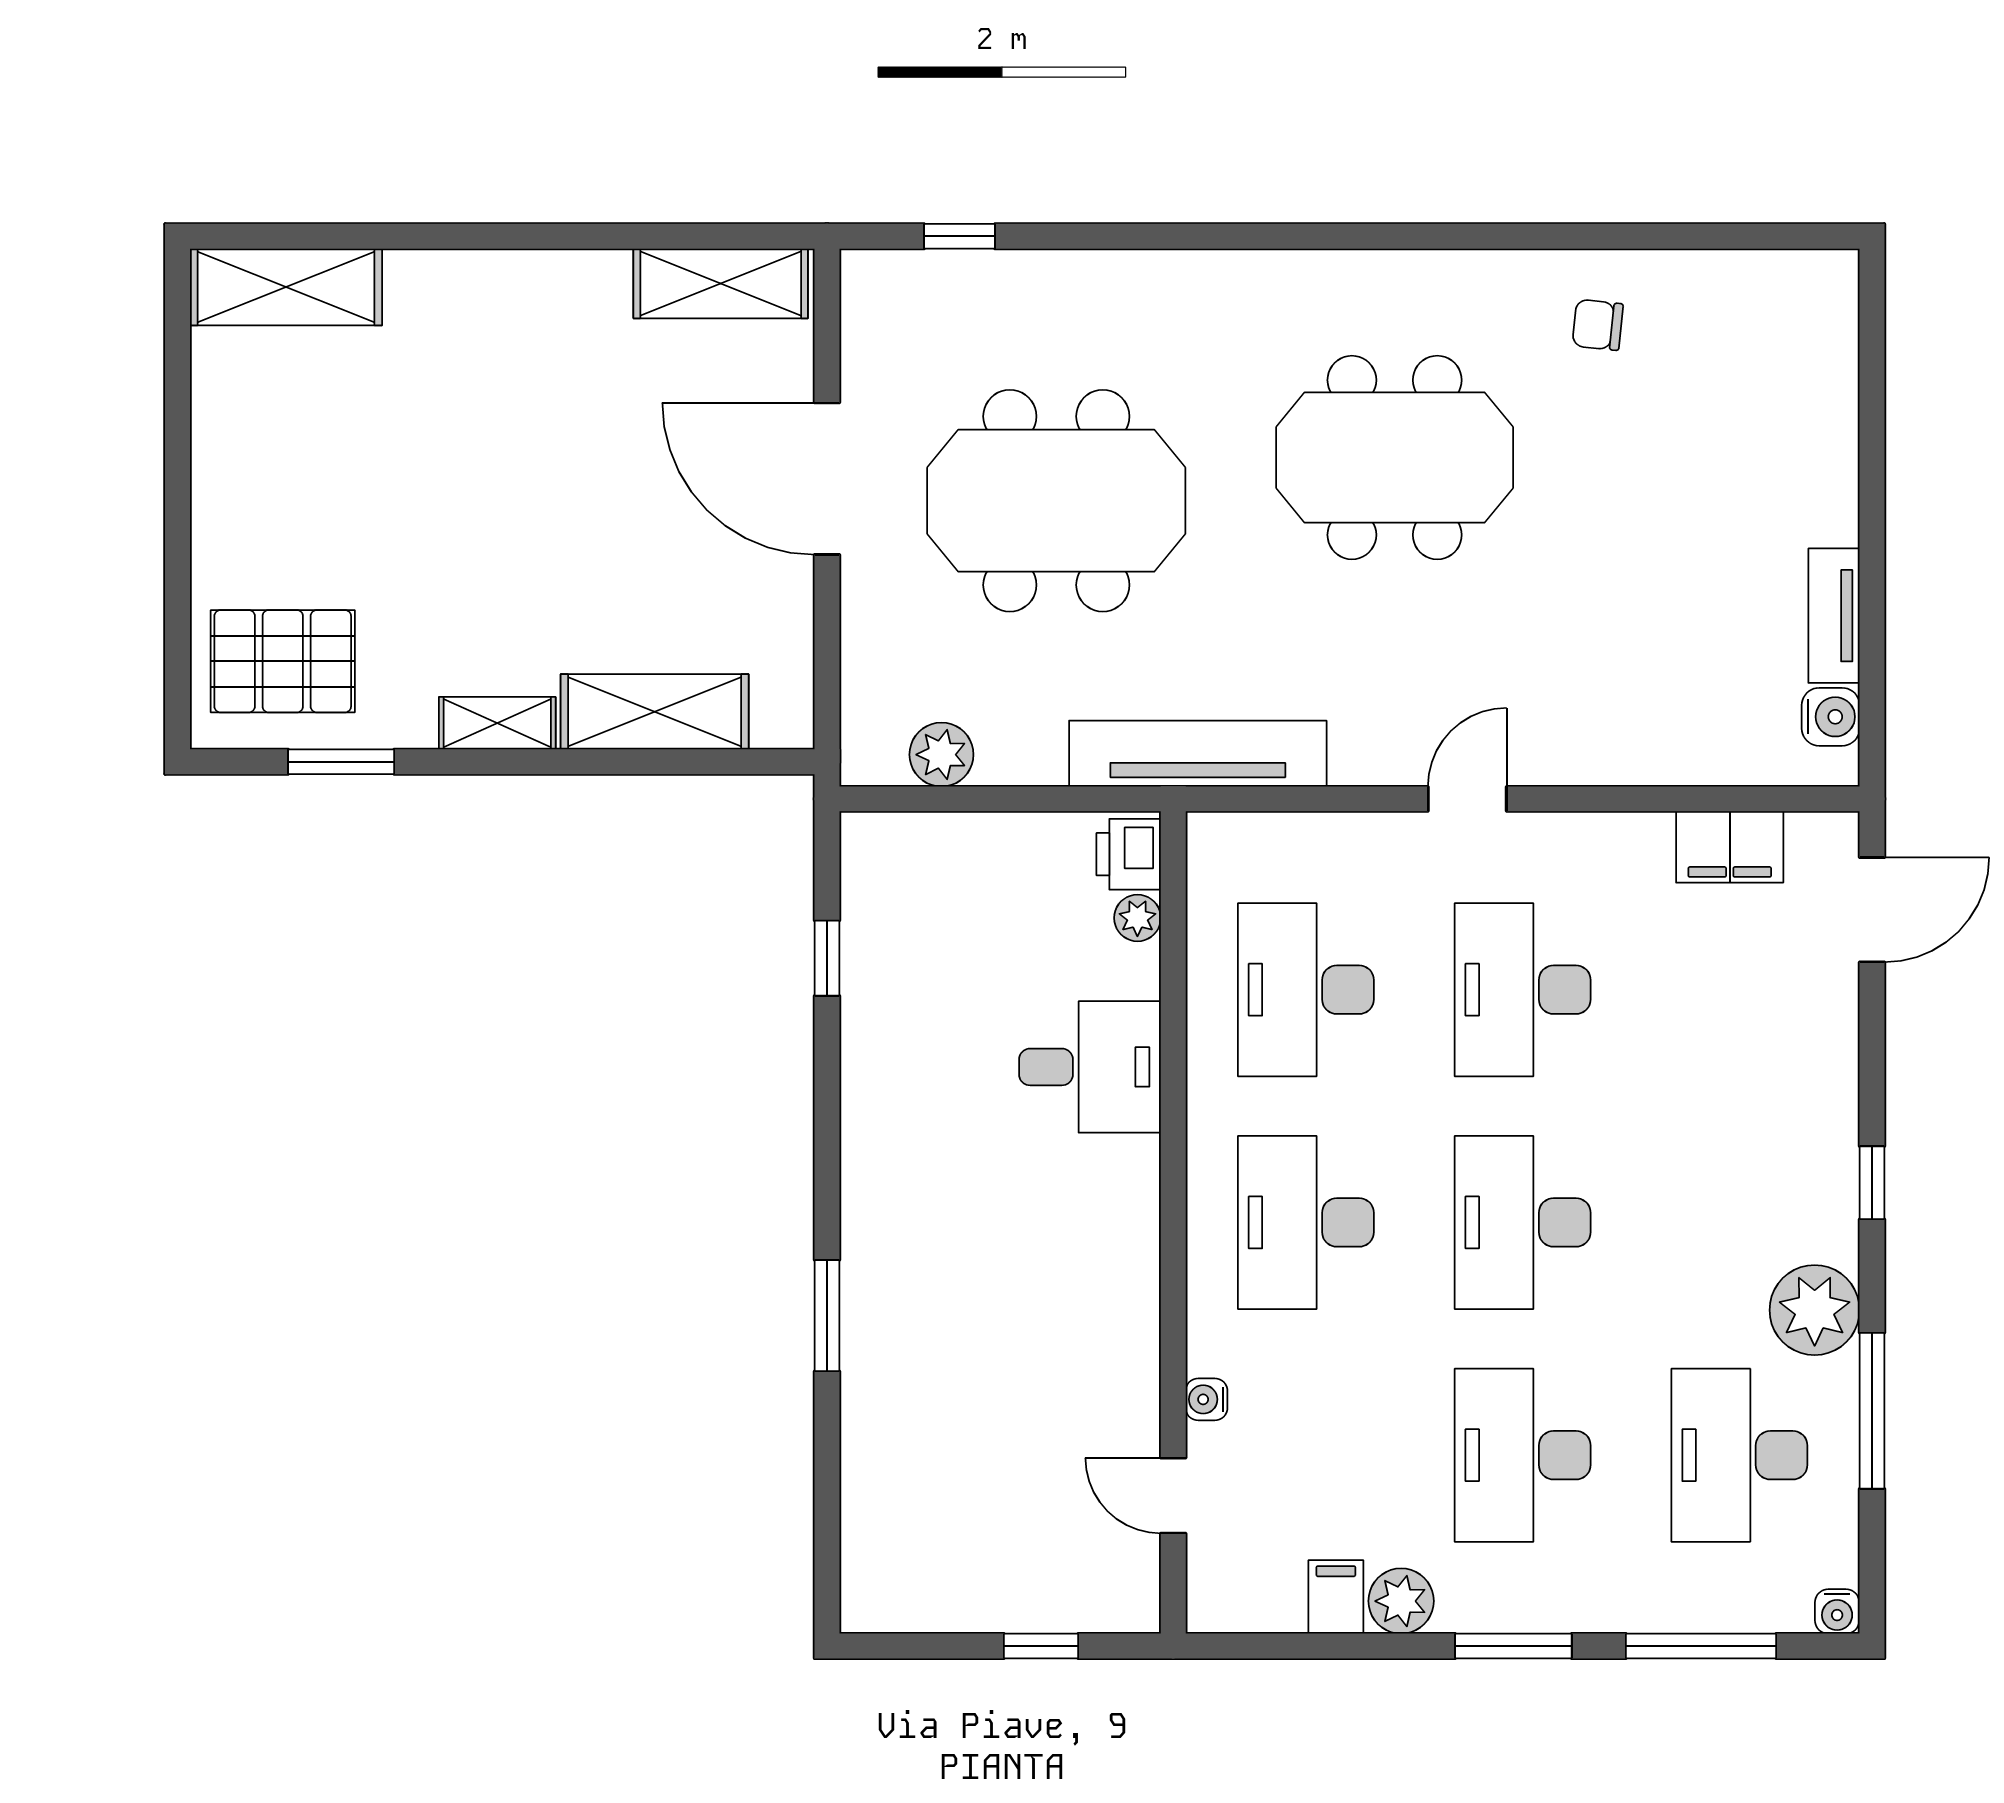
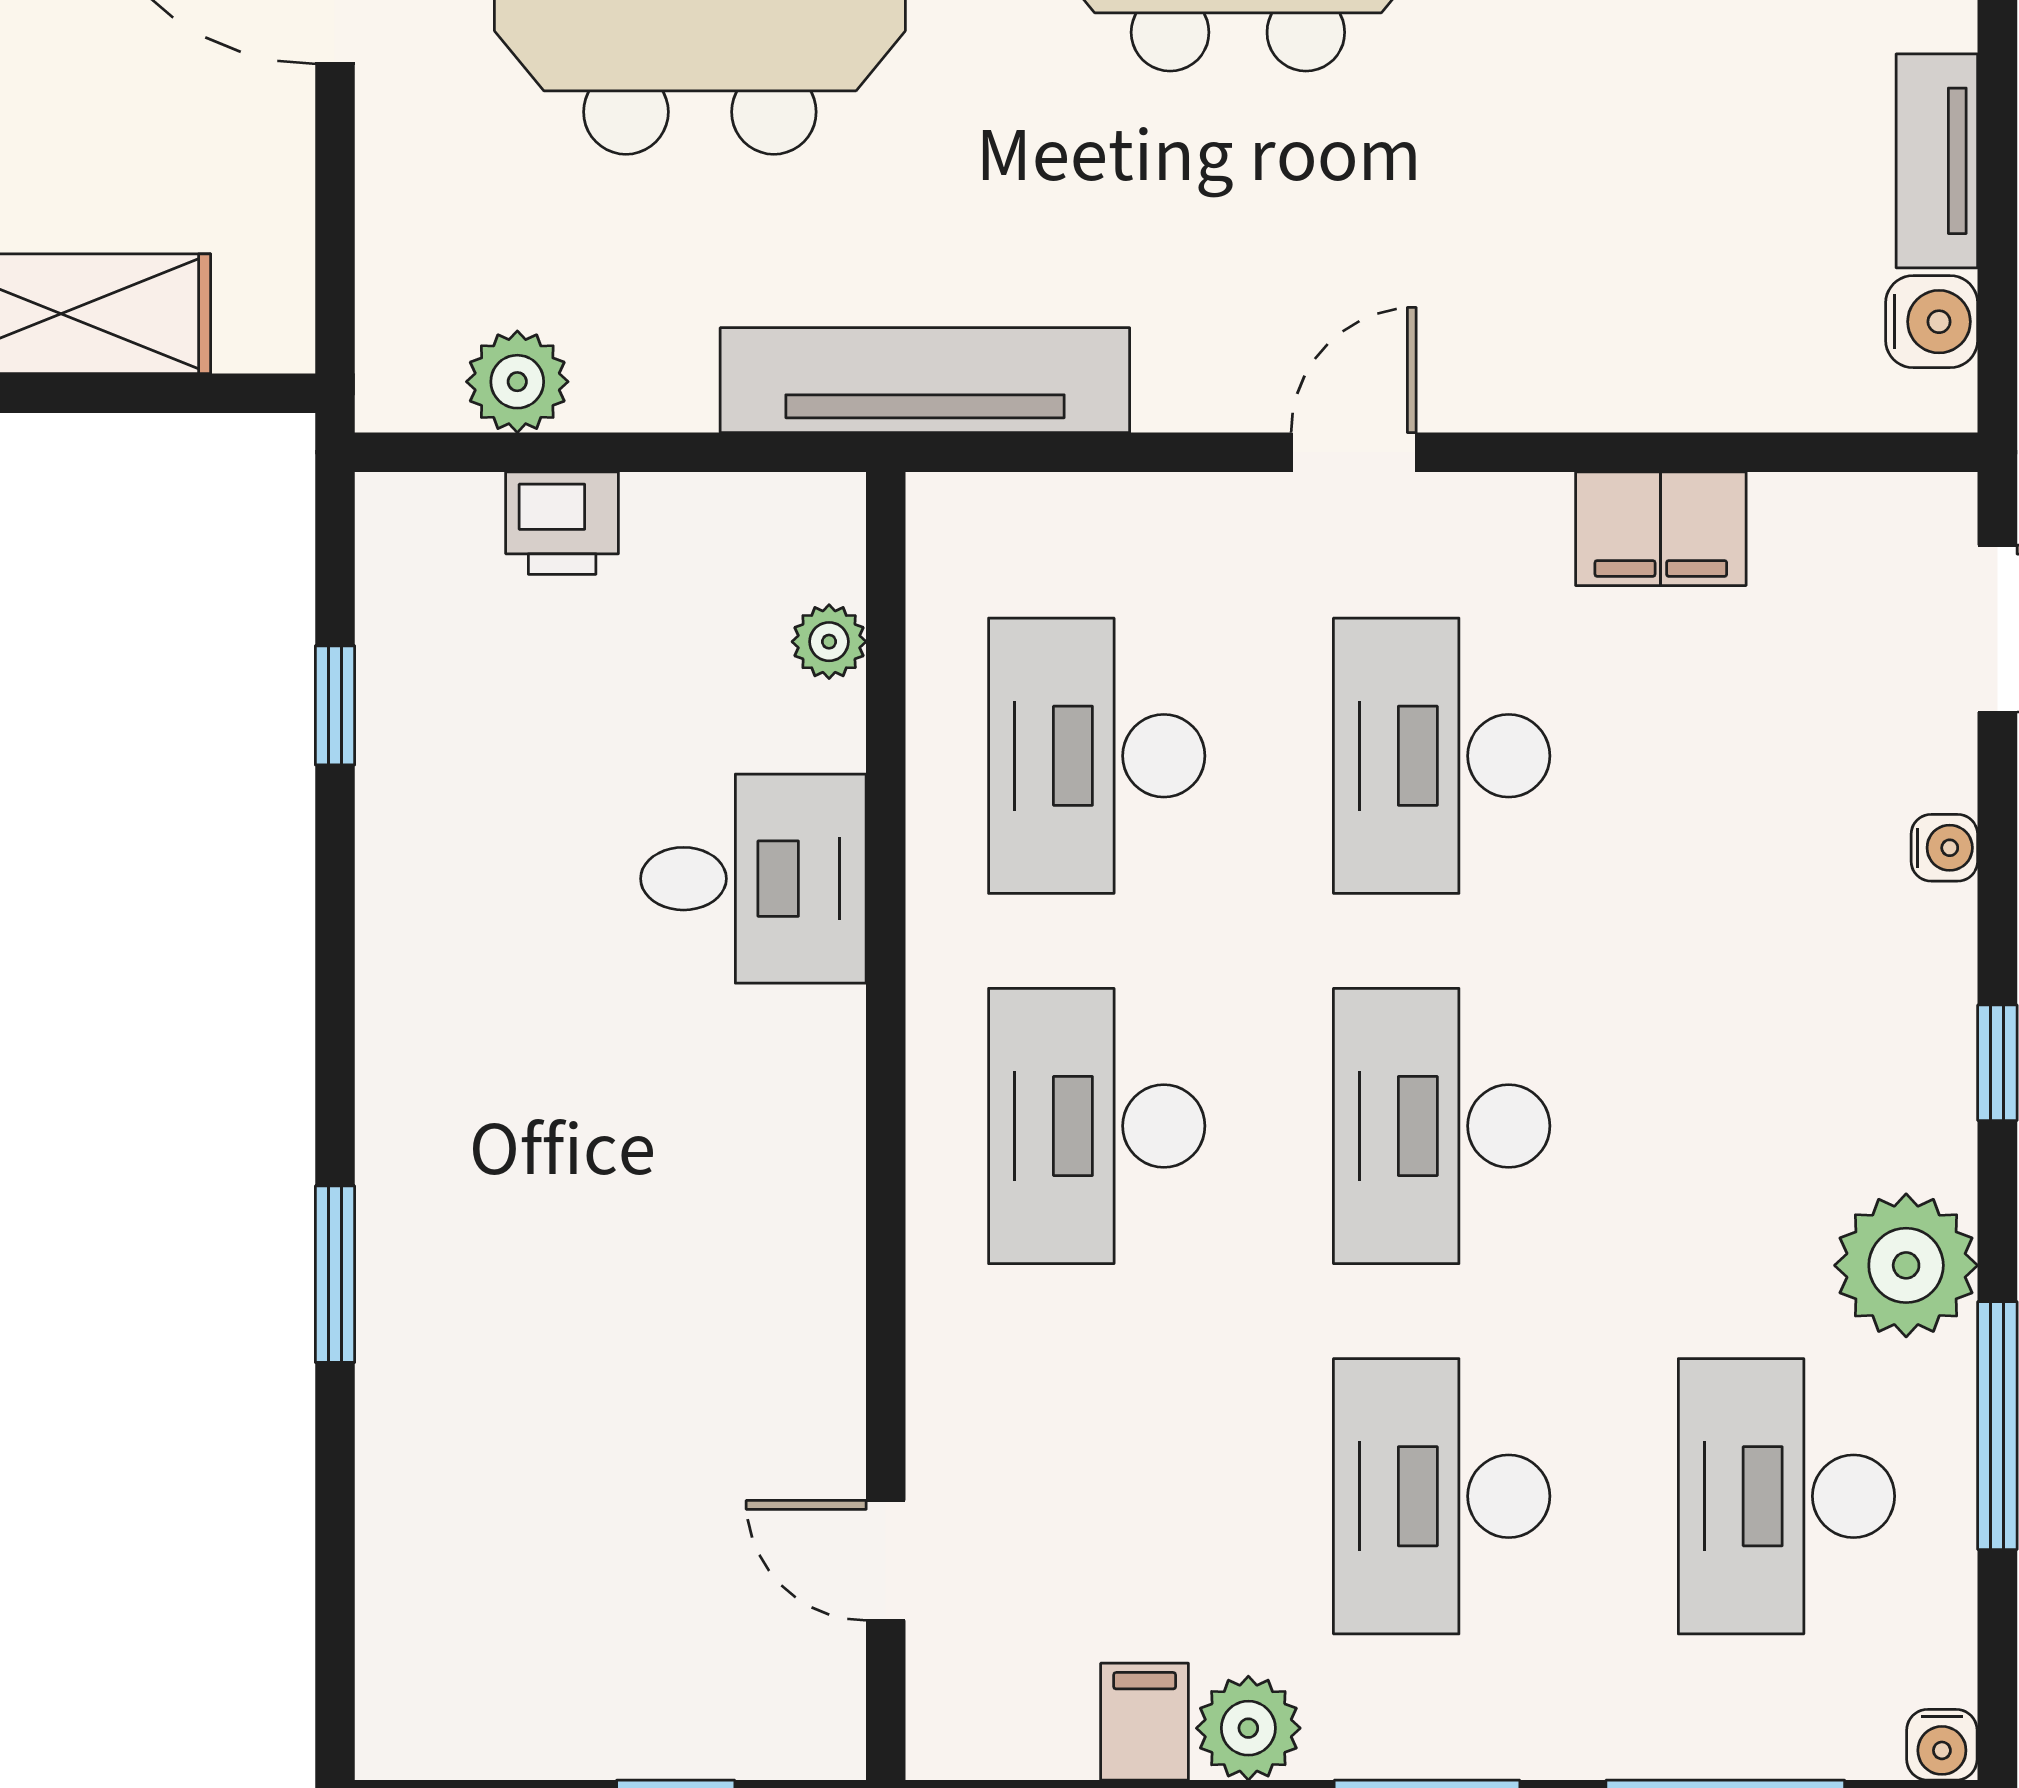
filing cabinet: (1730, 847) -> (1661, 529), moved
printer: (1129, 854) -> (562, 523), moved, turned -90
water cooler: (1207, 1399) -> (1944, 848), moved, turned 180

